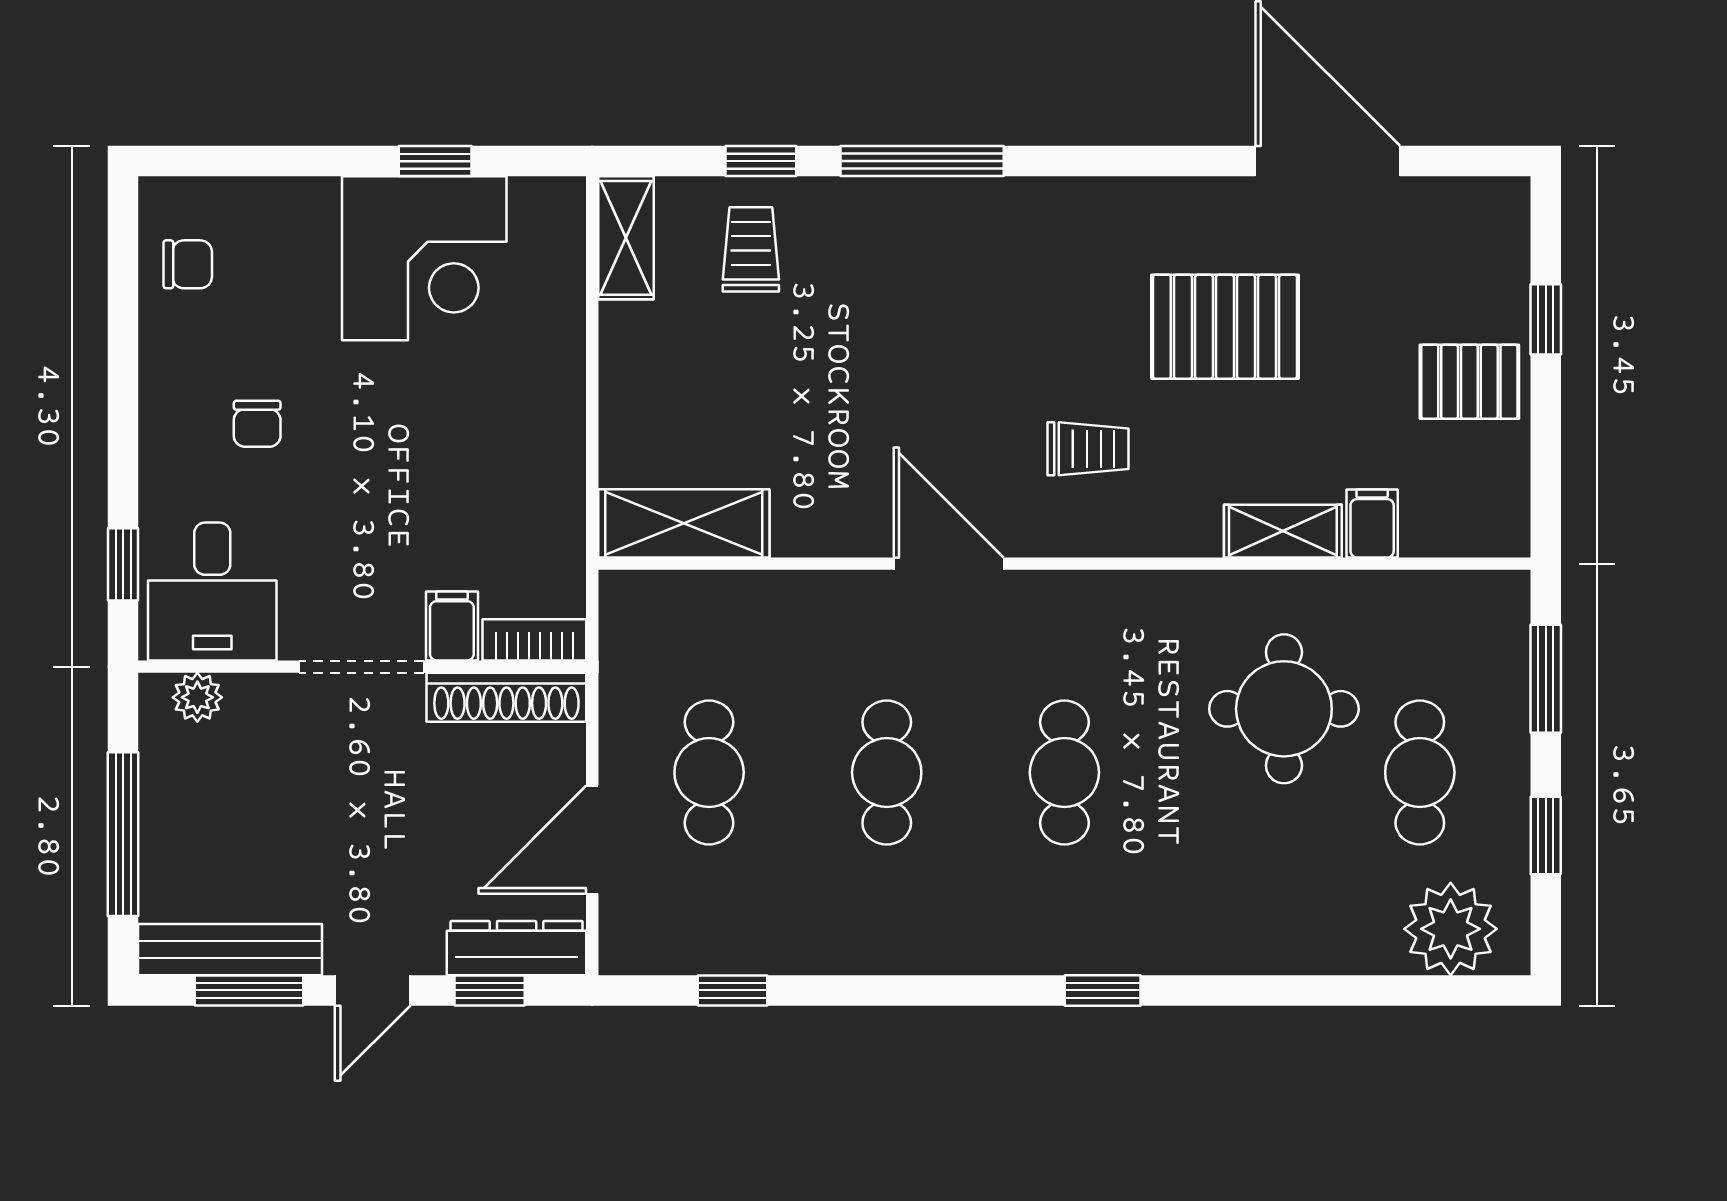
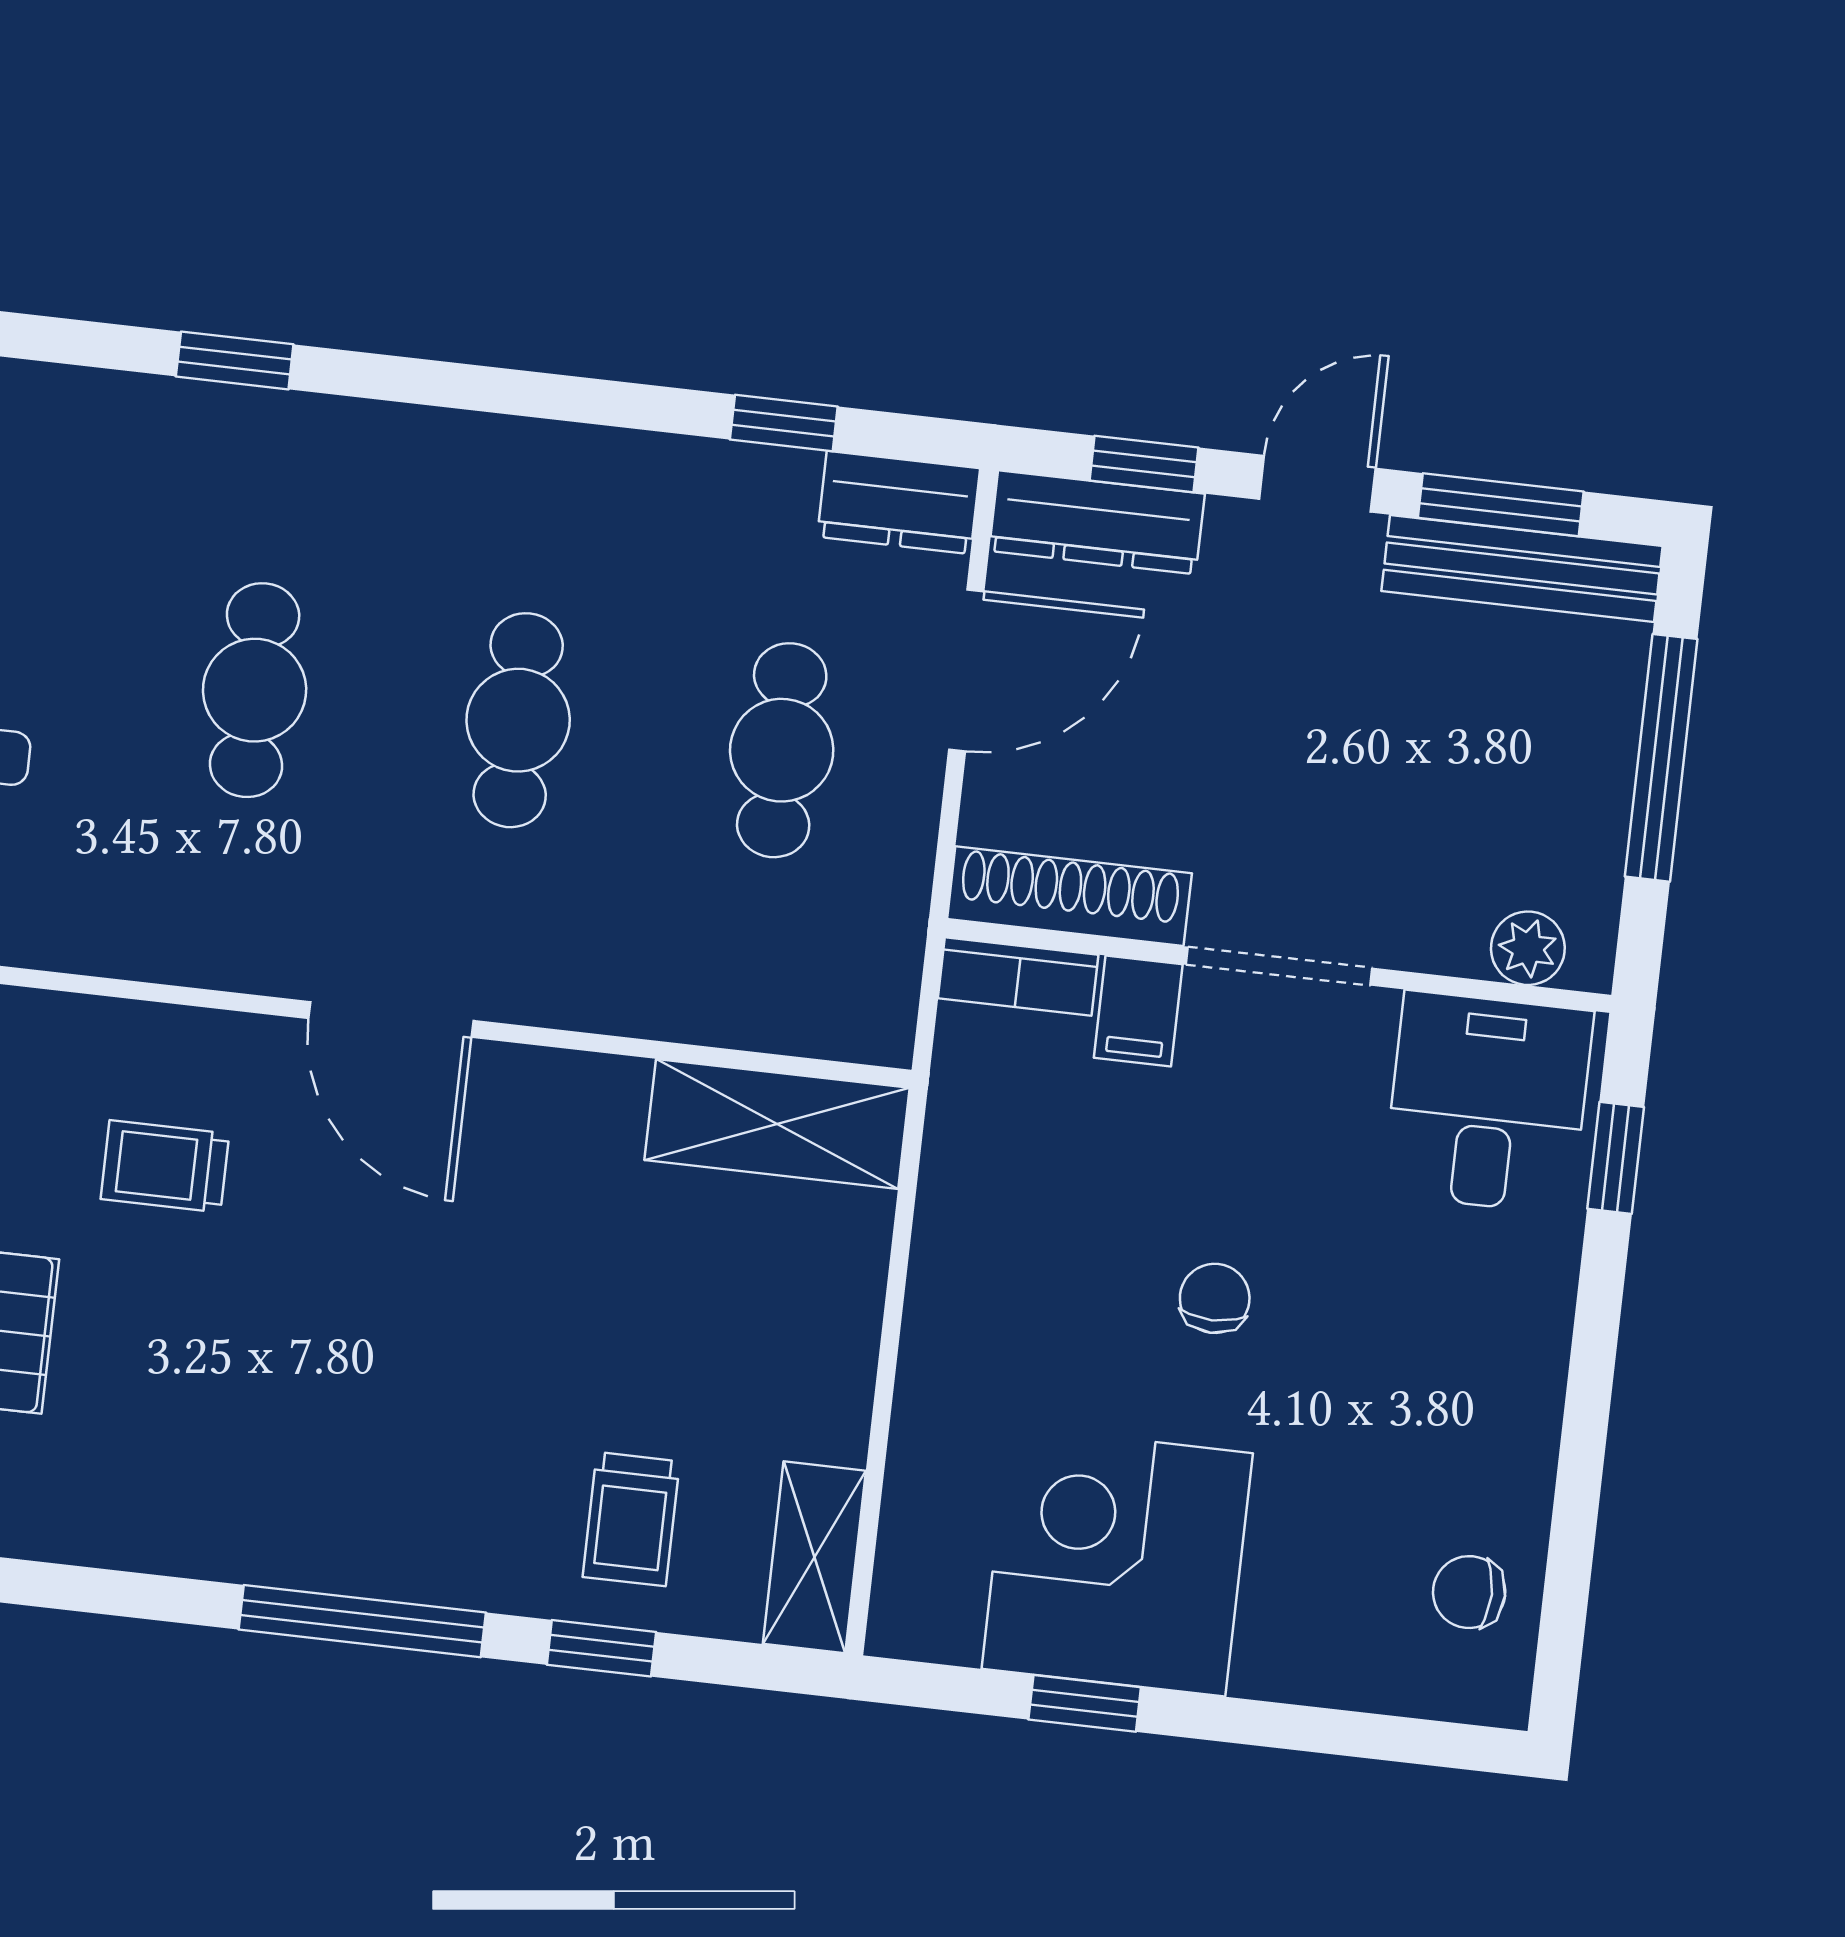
chair: (257, 424) -> (1215, 1298), moved
dresser: (650, 946) -> (899, 502), added

